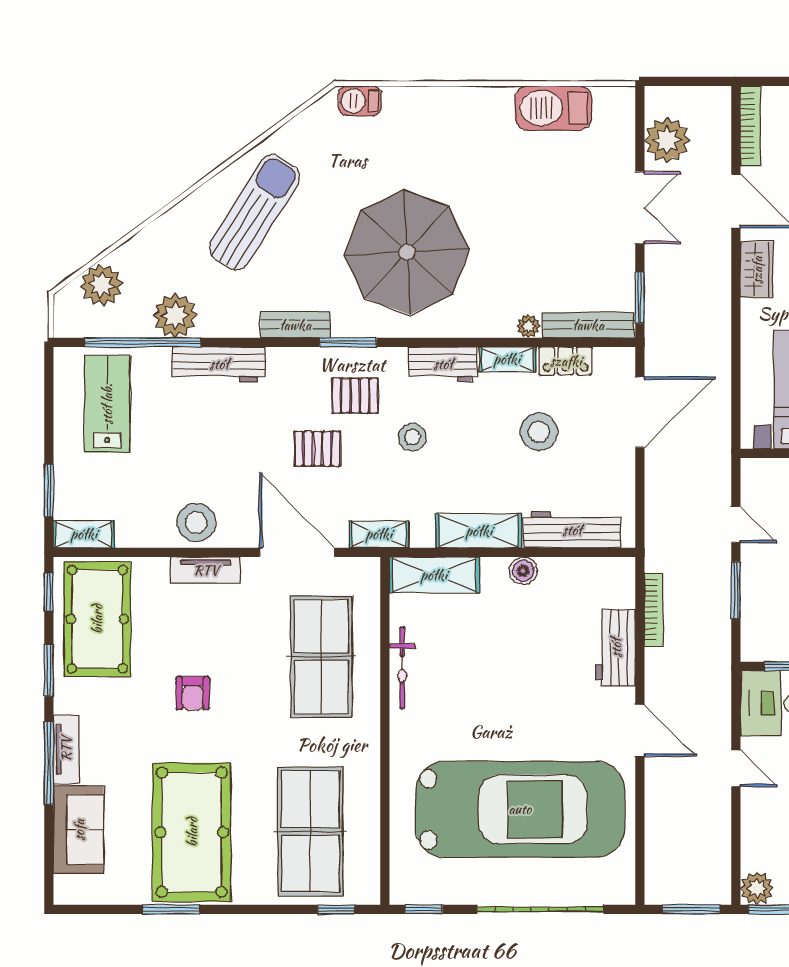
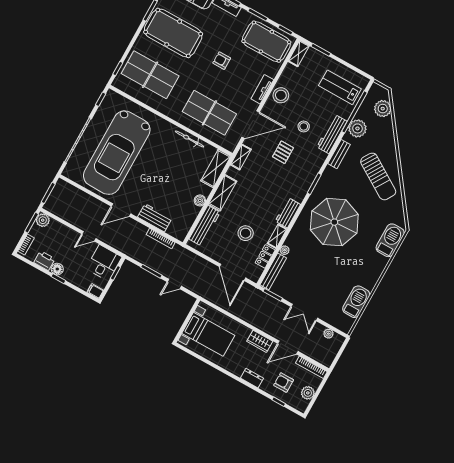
barbecue: (360, 101) -> (390, 240), width x1.88, depth x1.53
plant: (667, 140) -> (328, 334), width x0.53, depth x0.53
bench: (295, 325) -> (339, 154), moved
pallet: (355, 396) -> (294, 176), removed
lab bench: (107, 404) -> (340, 87), turned 180
stool: (412, 437) -> (304, 126), moved

